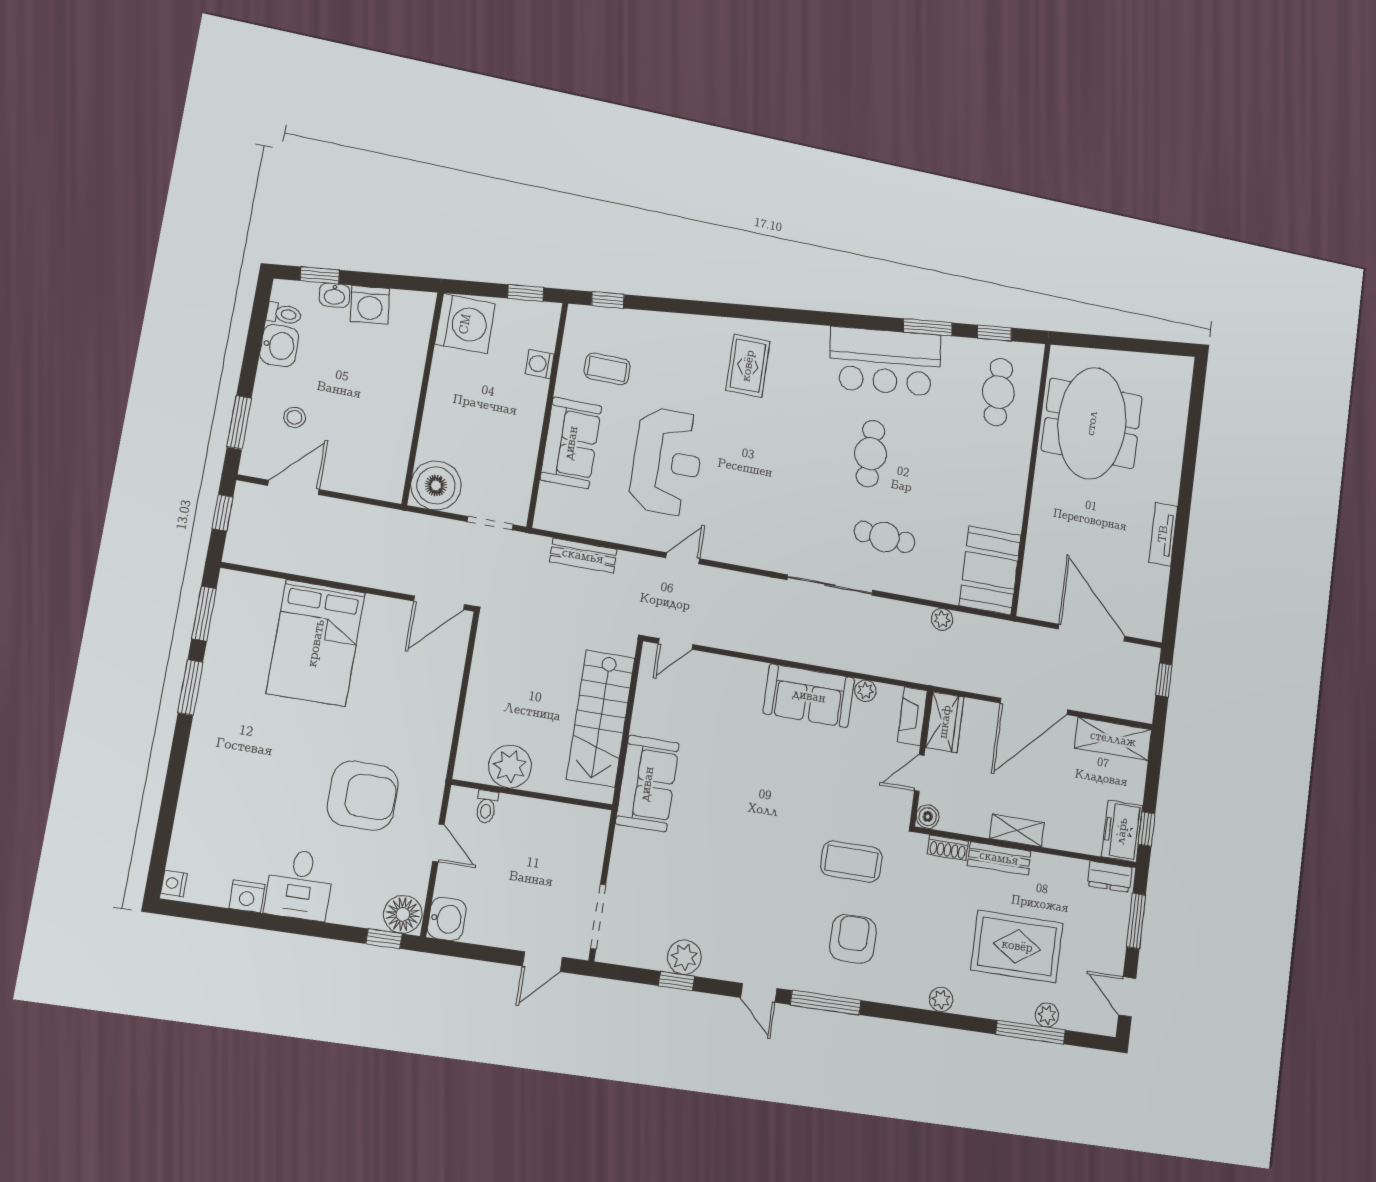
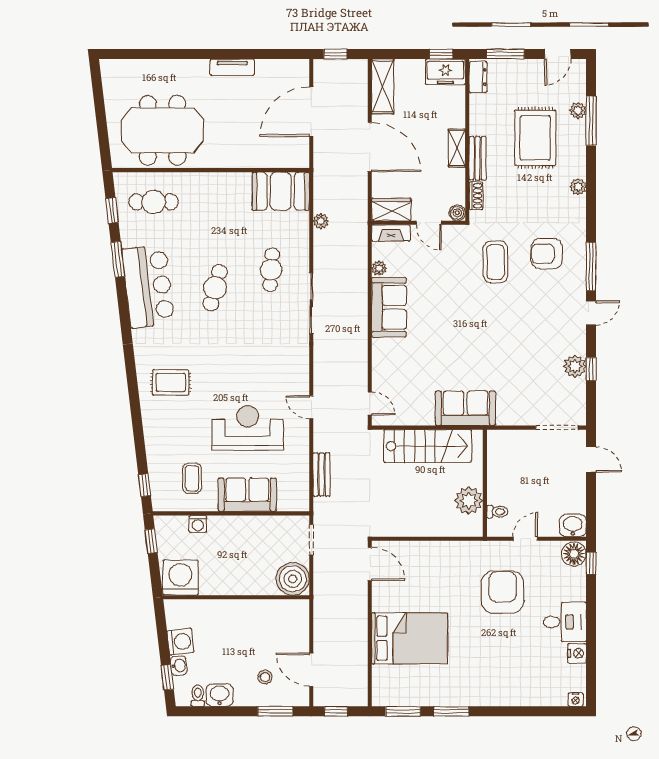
cafe table: (870, 454) -> (215, 288), turned -75

